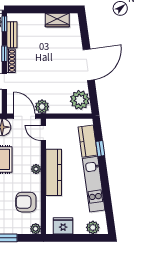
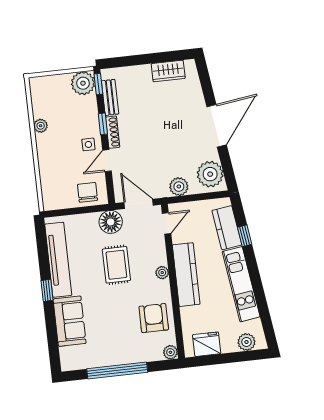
plant: (42, 107) -> (179, 187), moved
door: (43, 133) -> (166, 223), swing flipped
armchair: (26, 202) -> (154, 318), turned 90

